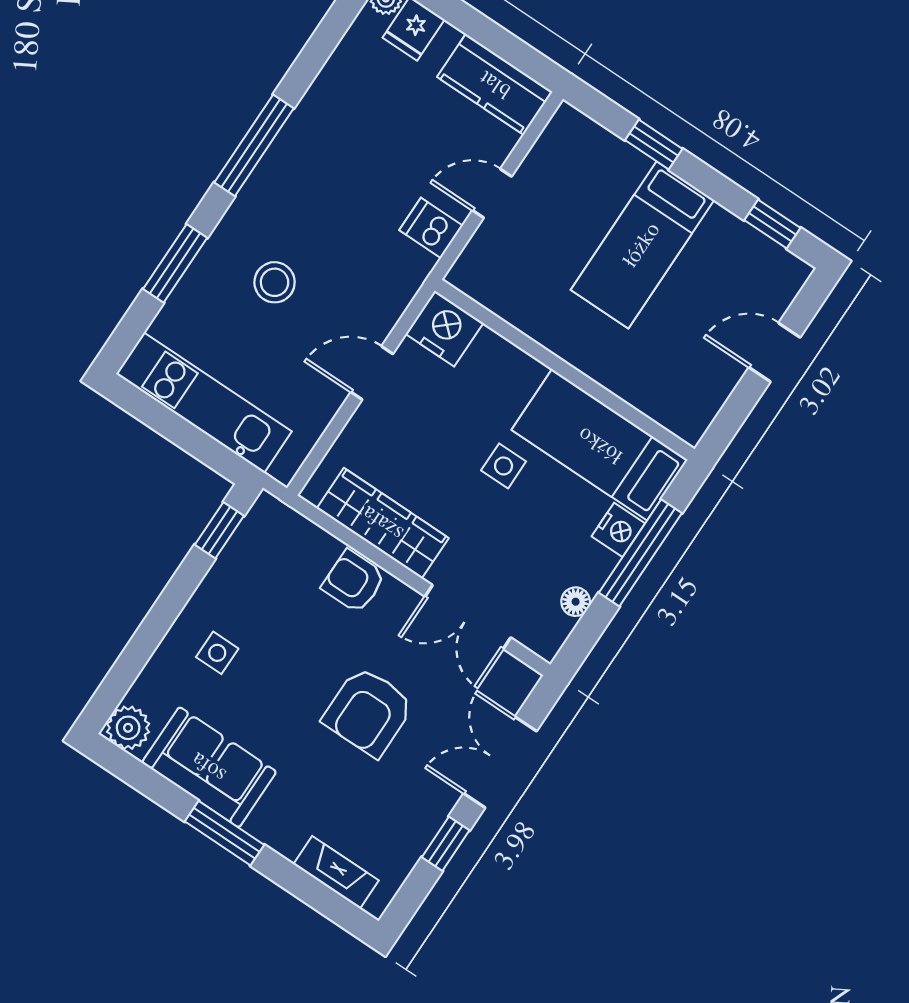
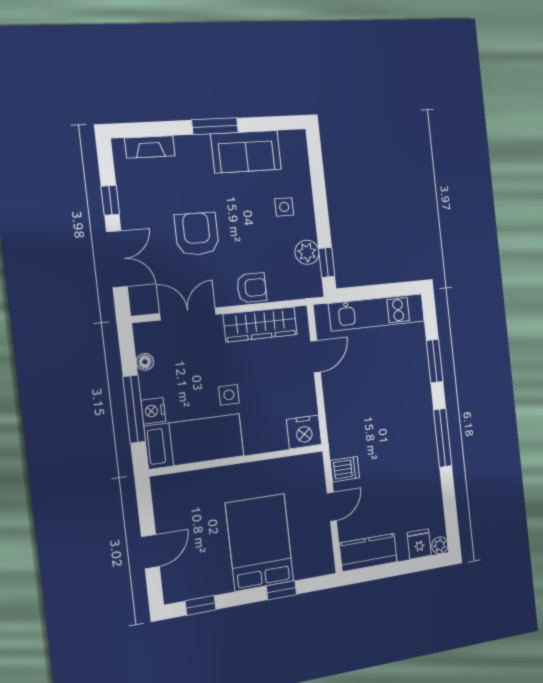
bed: (642, 245) -> (260, 542), width x1.50
stool: (275, 282) -> (389, 389), removed
door: (372, 373) -> (316, 357), moved
plant: (128, 728) -> (307, 252), moved

